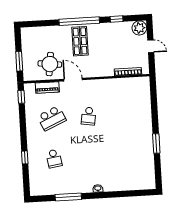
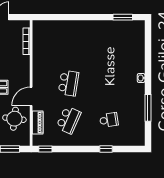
school desk: (89, 116) -> (68, 83), width x1.85
school desk: (52, 118) -> (68, 120), turned 48
window: (156, 143) -> (123, 17), moved

